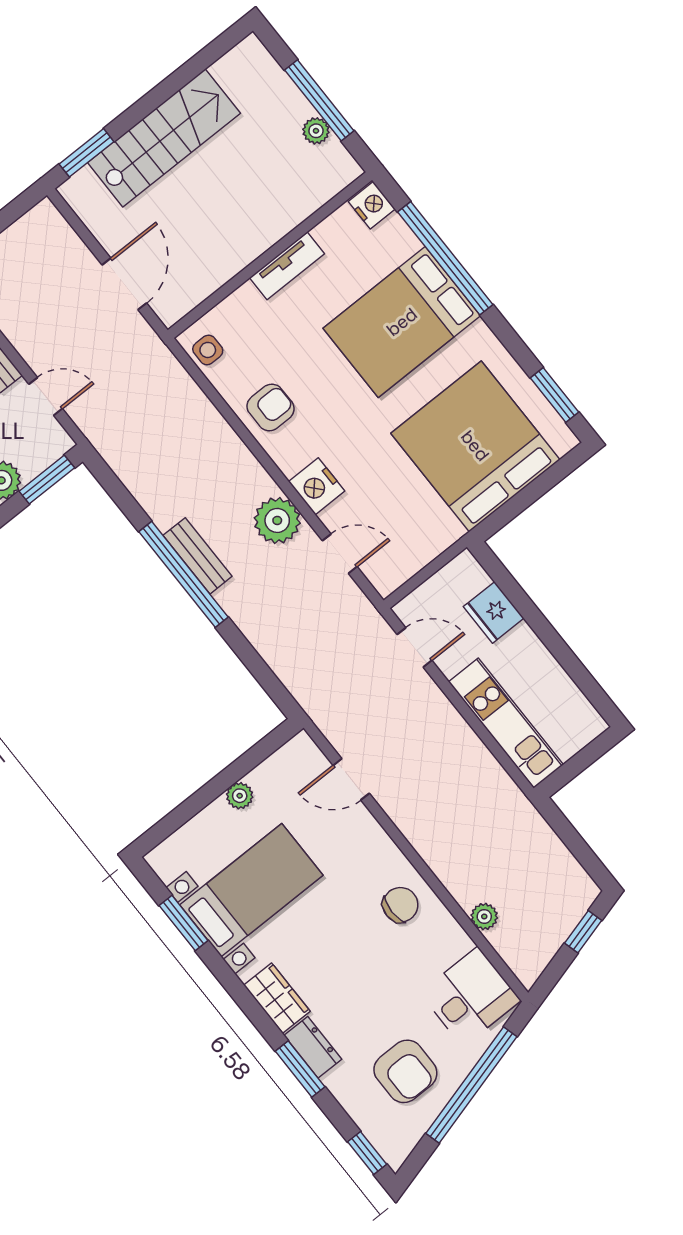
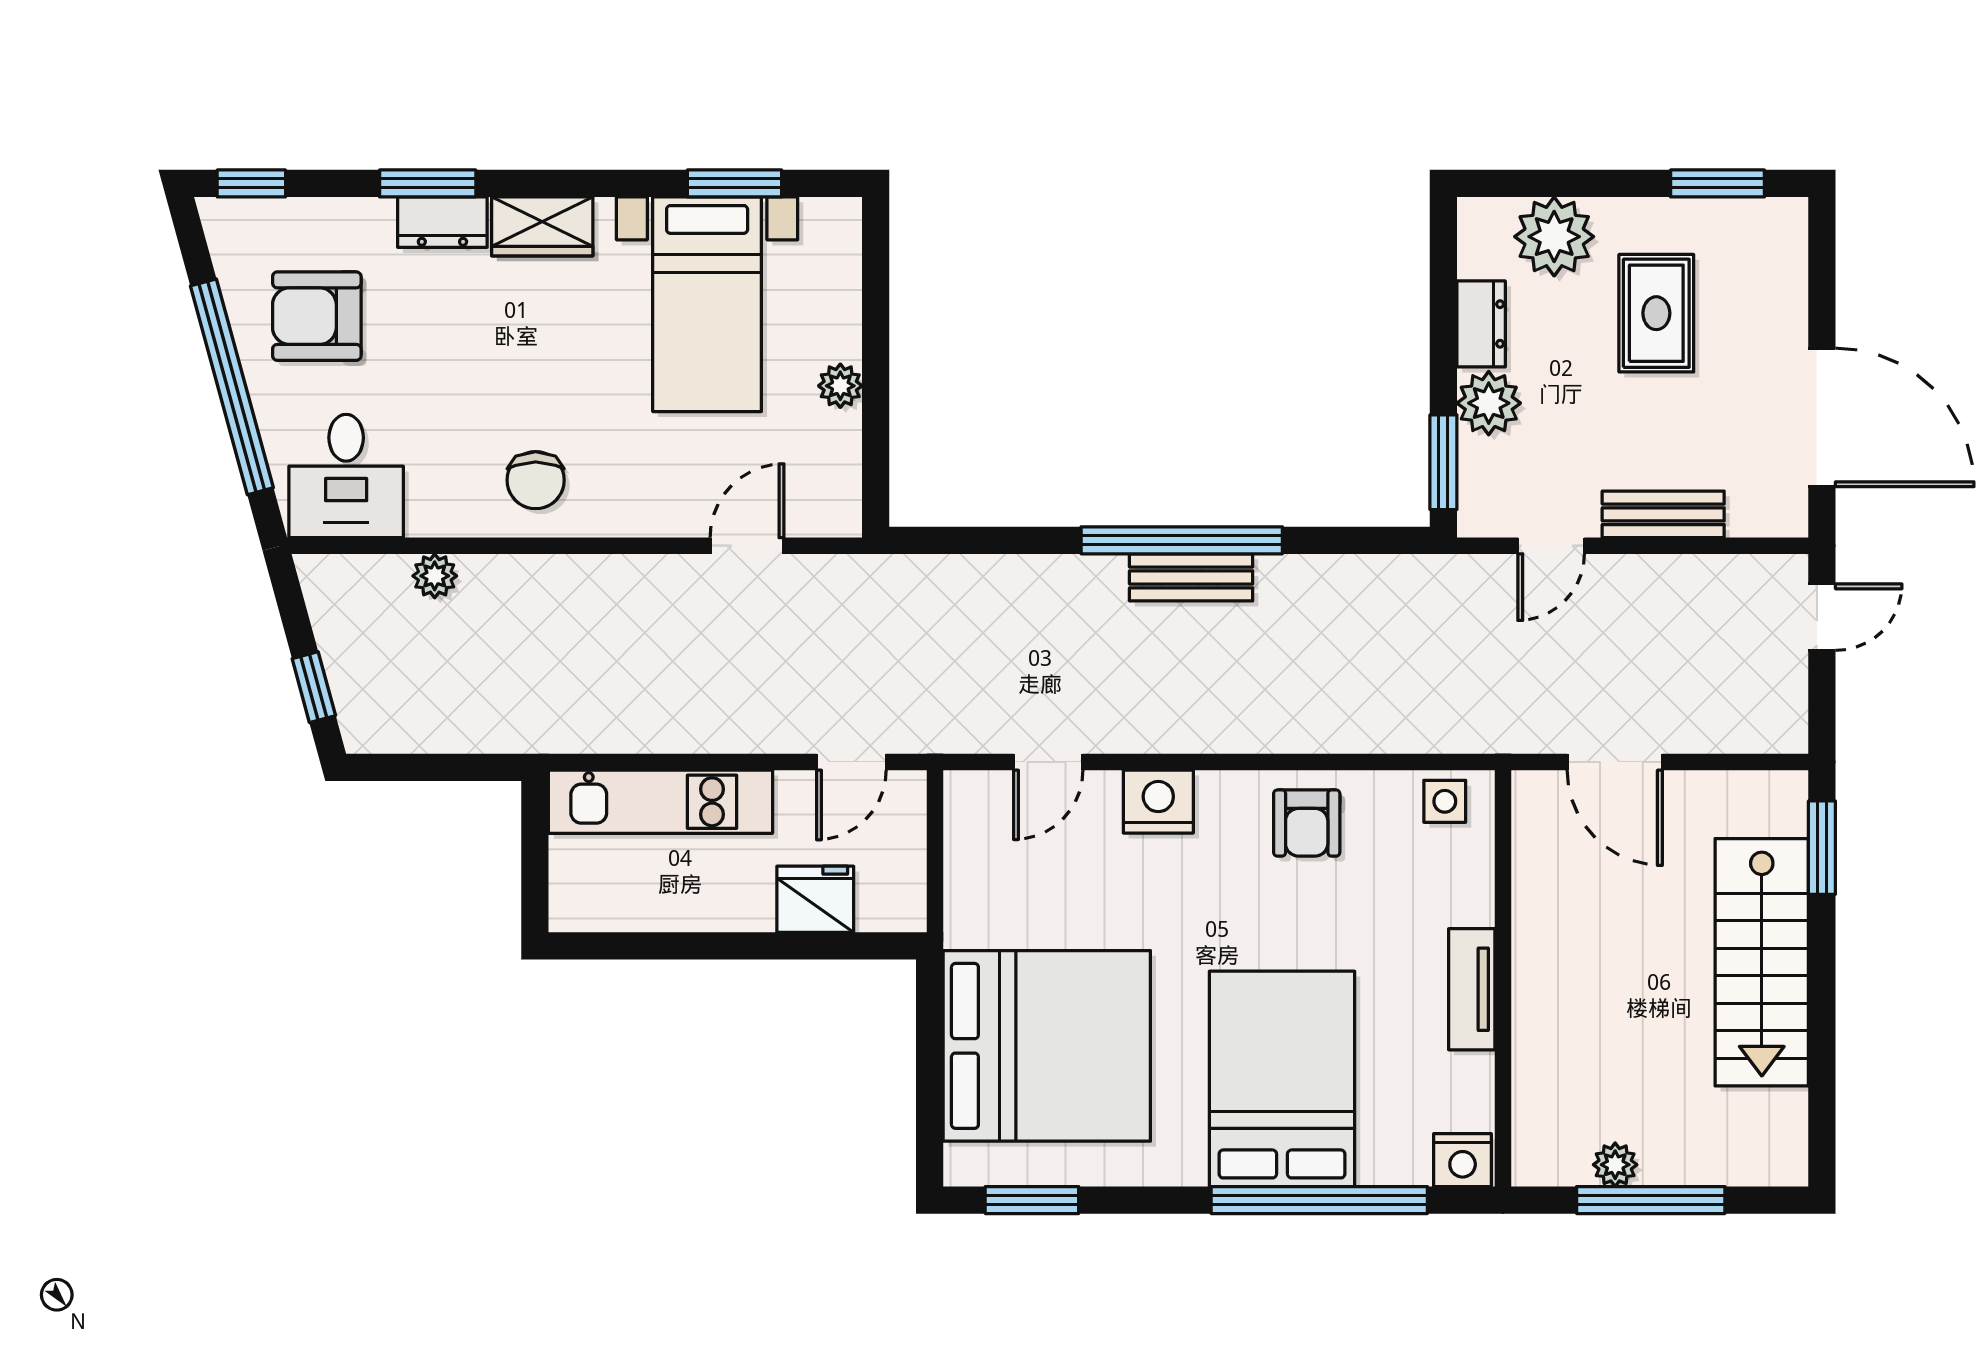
plant: (277, 520) -> (1155, 716), removed

